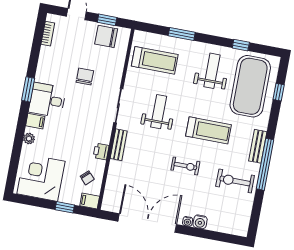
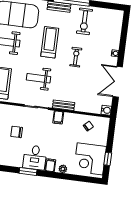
printer: (101, 152) -> (69, 117), removed
filing cabinet: (90, 201) -> (58, 117), moved
window: (65, 207) -> (108, 159), moved
water cooler: (200, 222) -> (106, 110), moved
double door: (147, 223) -> (118, 82), width x0.73

